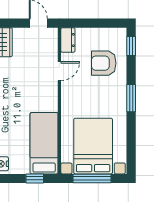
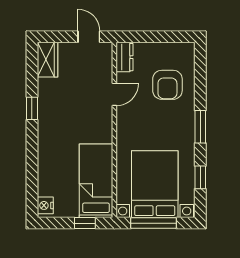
window: (131, 46) -> (200, 177), moved
armchair: (104, 63) -> (167, 85), turned -90

